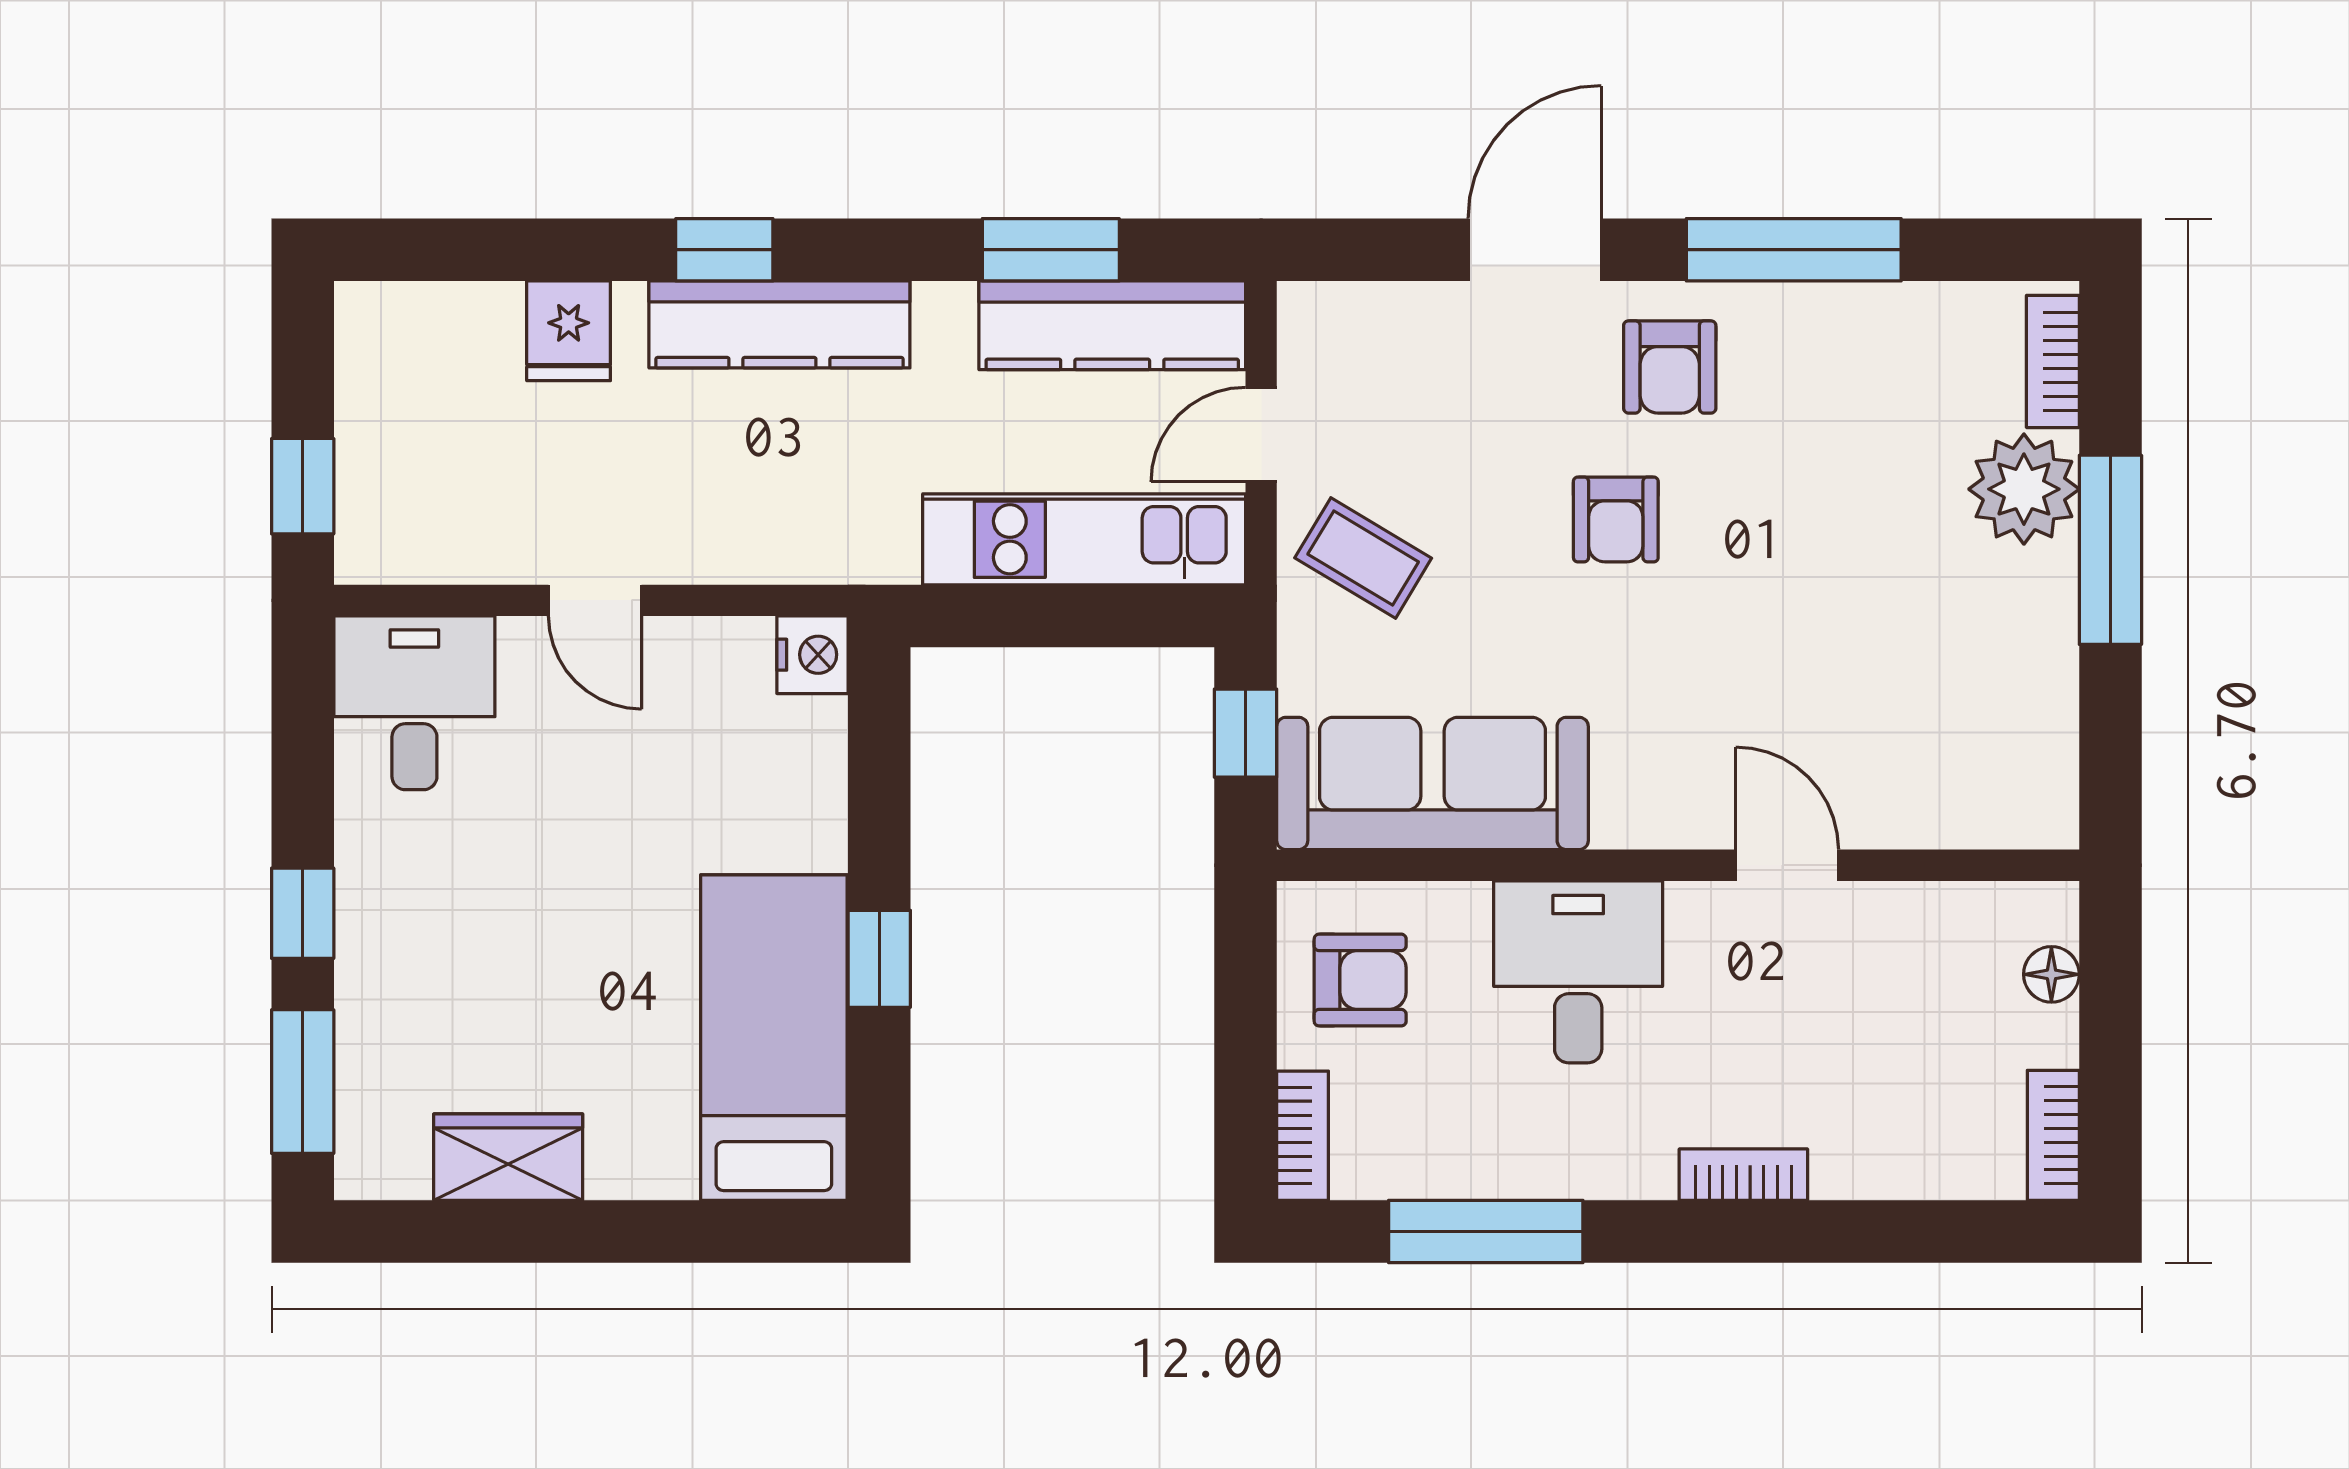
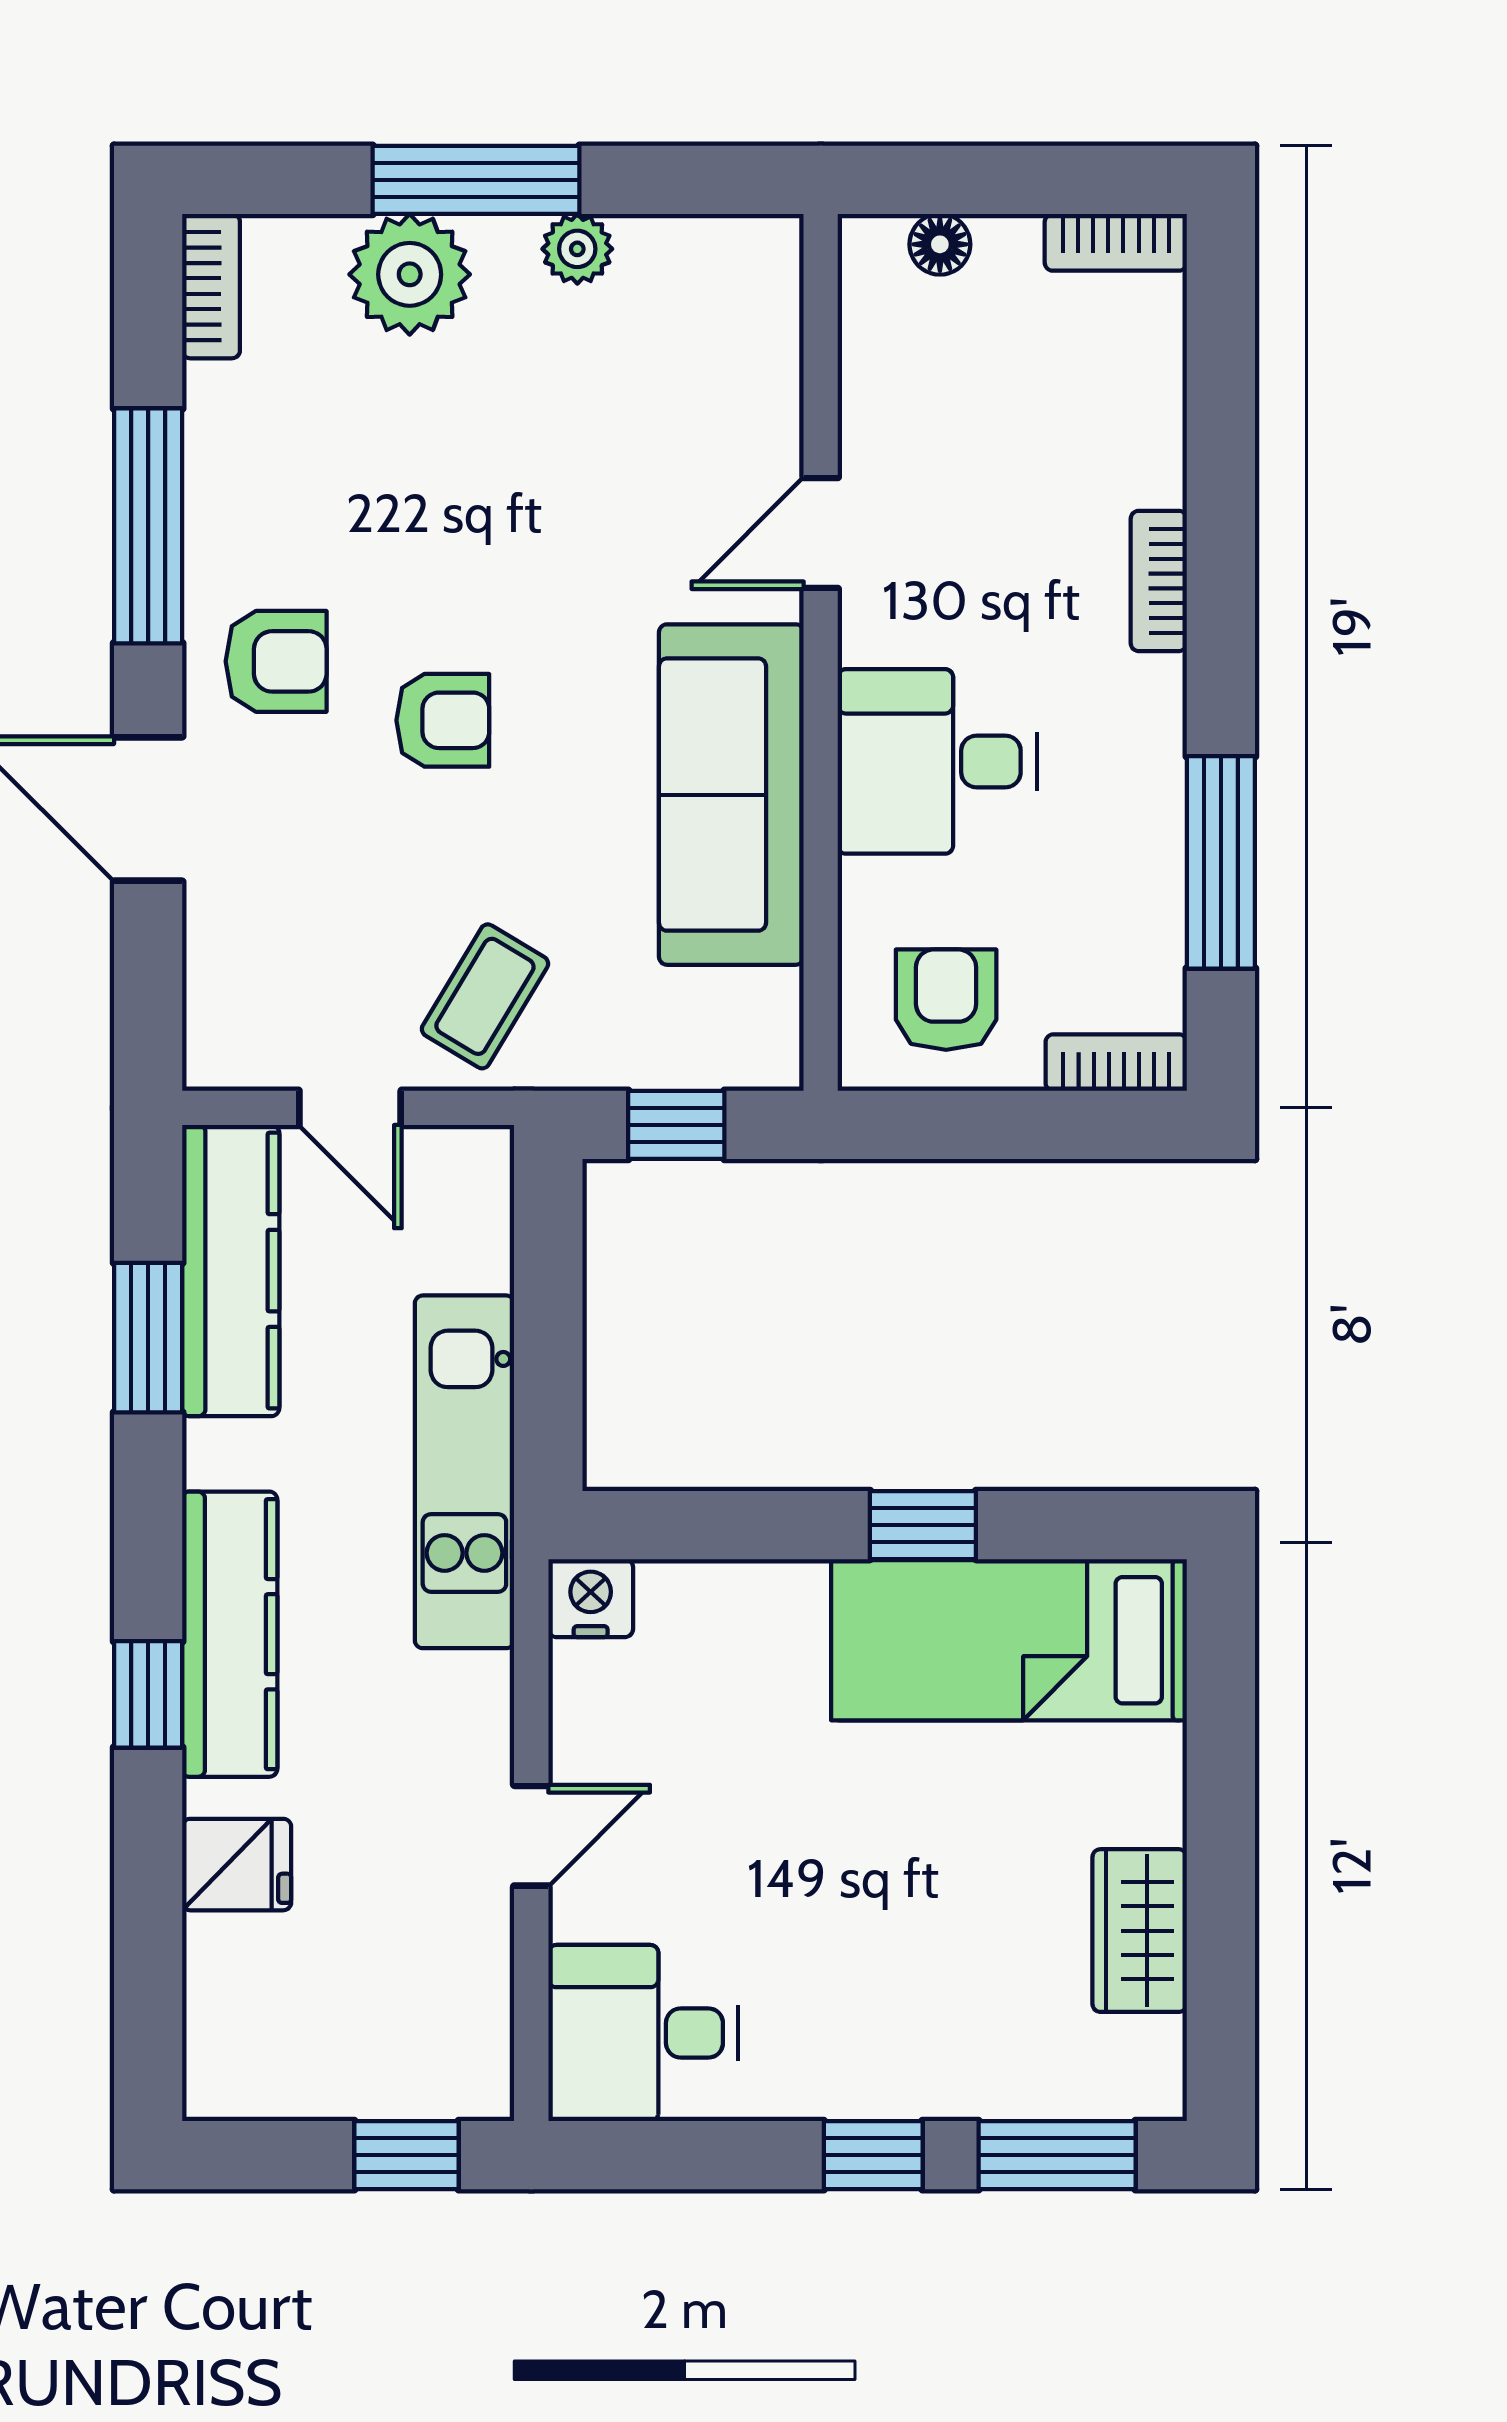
bookcase: (2053, 361) -> (211, 286), moved, turned -90
kitchen unit: (1084, 539) -> (464, 1472), moved
plant: (2047, 642) -> (577, 249), added
sofa: (1432, 783) -> (731, 795), moved

